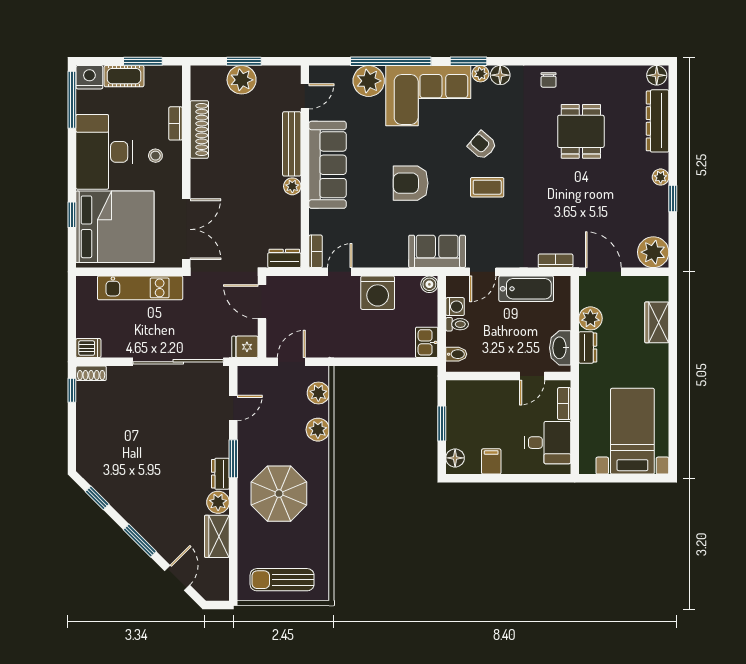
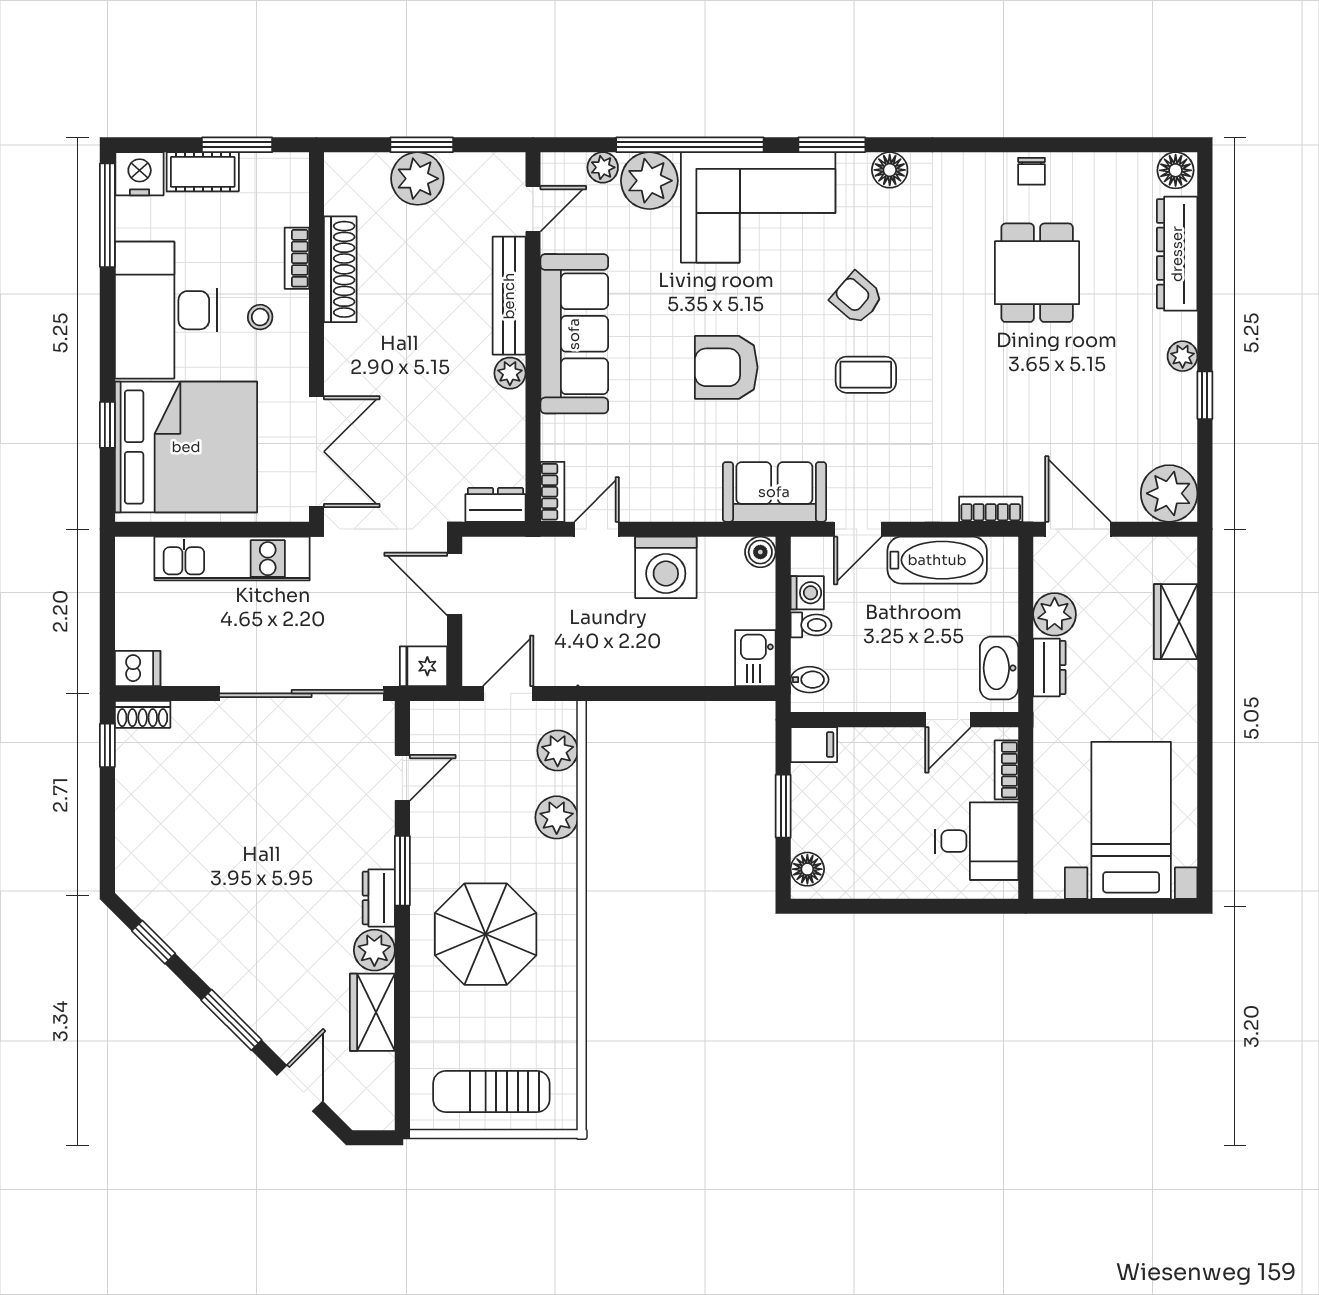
plant: (481, 74) -> (603, 167), moved
chair: (549, 80) -> (1032, 171), moved
filing cabinet: (491, 461) -> (814, 745), moved, turned 90

